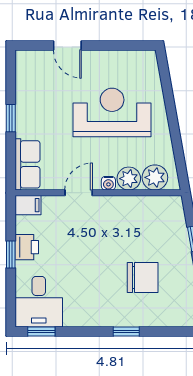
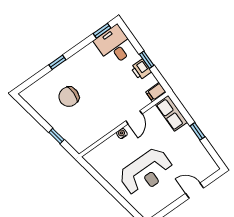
plant: (155, 177) -> (100, 154), removed
plant: (129, 179) -> (113, 144), removed

